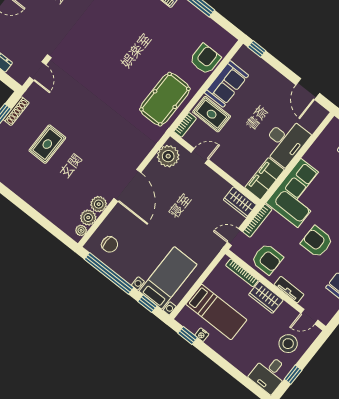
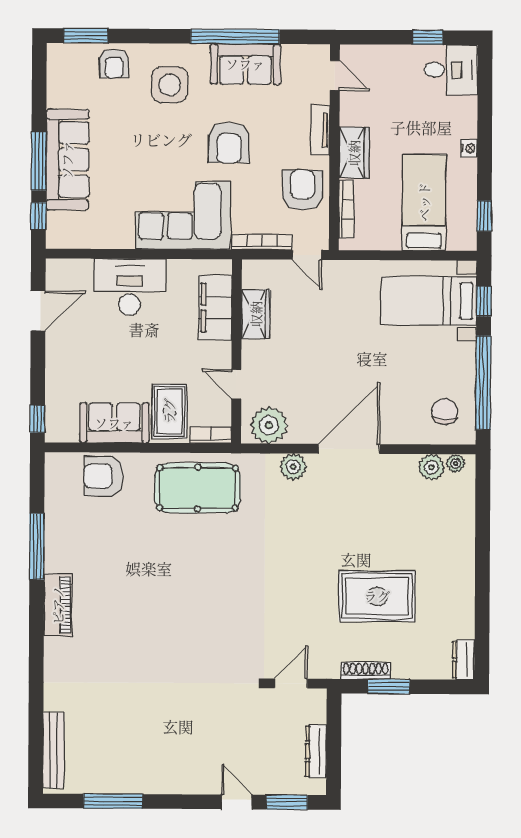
rug: (47, 144) -> (377, 596), width x1.36, depth x1.43
filing cabinet: (264, 179) -> (215, 308), moved, turned 90
wardrobe: (240, 202) -> (256, 314), moved
plant: (99, 204) -> (293, 467), moved
nightstand: (202, 335) -> (469, 148), moved
stool: (288, 344) -> (392, 76), removed

